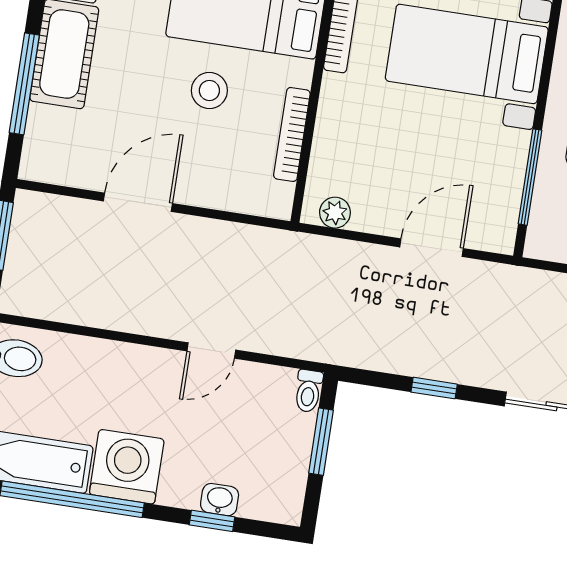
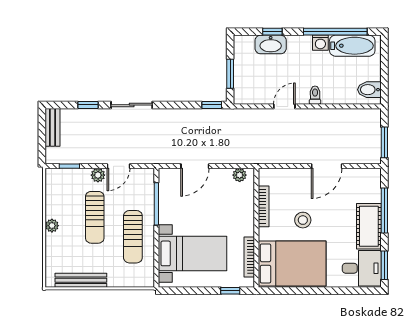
window: (434, 388) -> (212, 105), moved
toilet: (308, 391) -> (315, 95), moved
washing machine: (127, 467) -> (320, 43), width x0.53, depth x0.53
washbasin: (220, 500) -> (271, 44), width x1.91, depth x1.45

